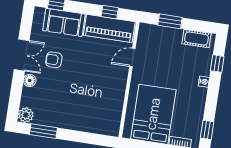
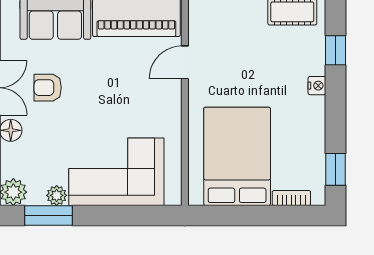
corner sofa: (85, 113) -> (116, 172), added
plant: (50, 121) -> (57, 195), added

